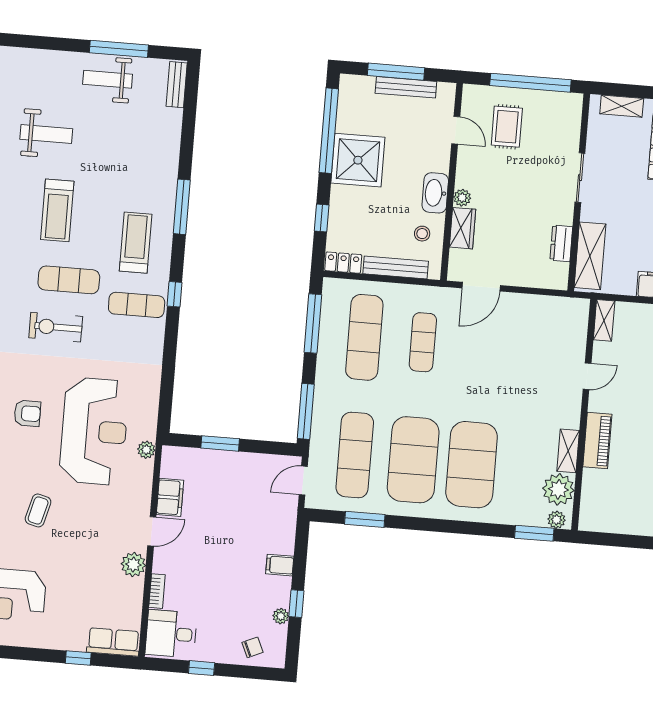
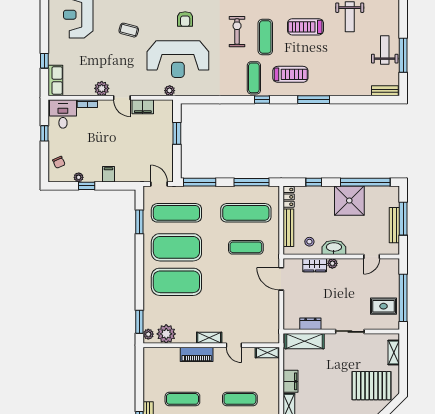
rug: (507, 127) -> (384, 306), moved
shelving: (568, 451) -> (209, 338), moved

